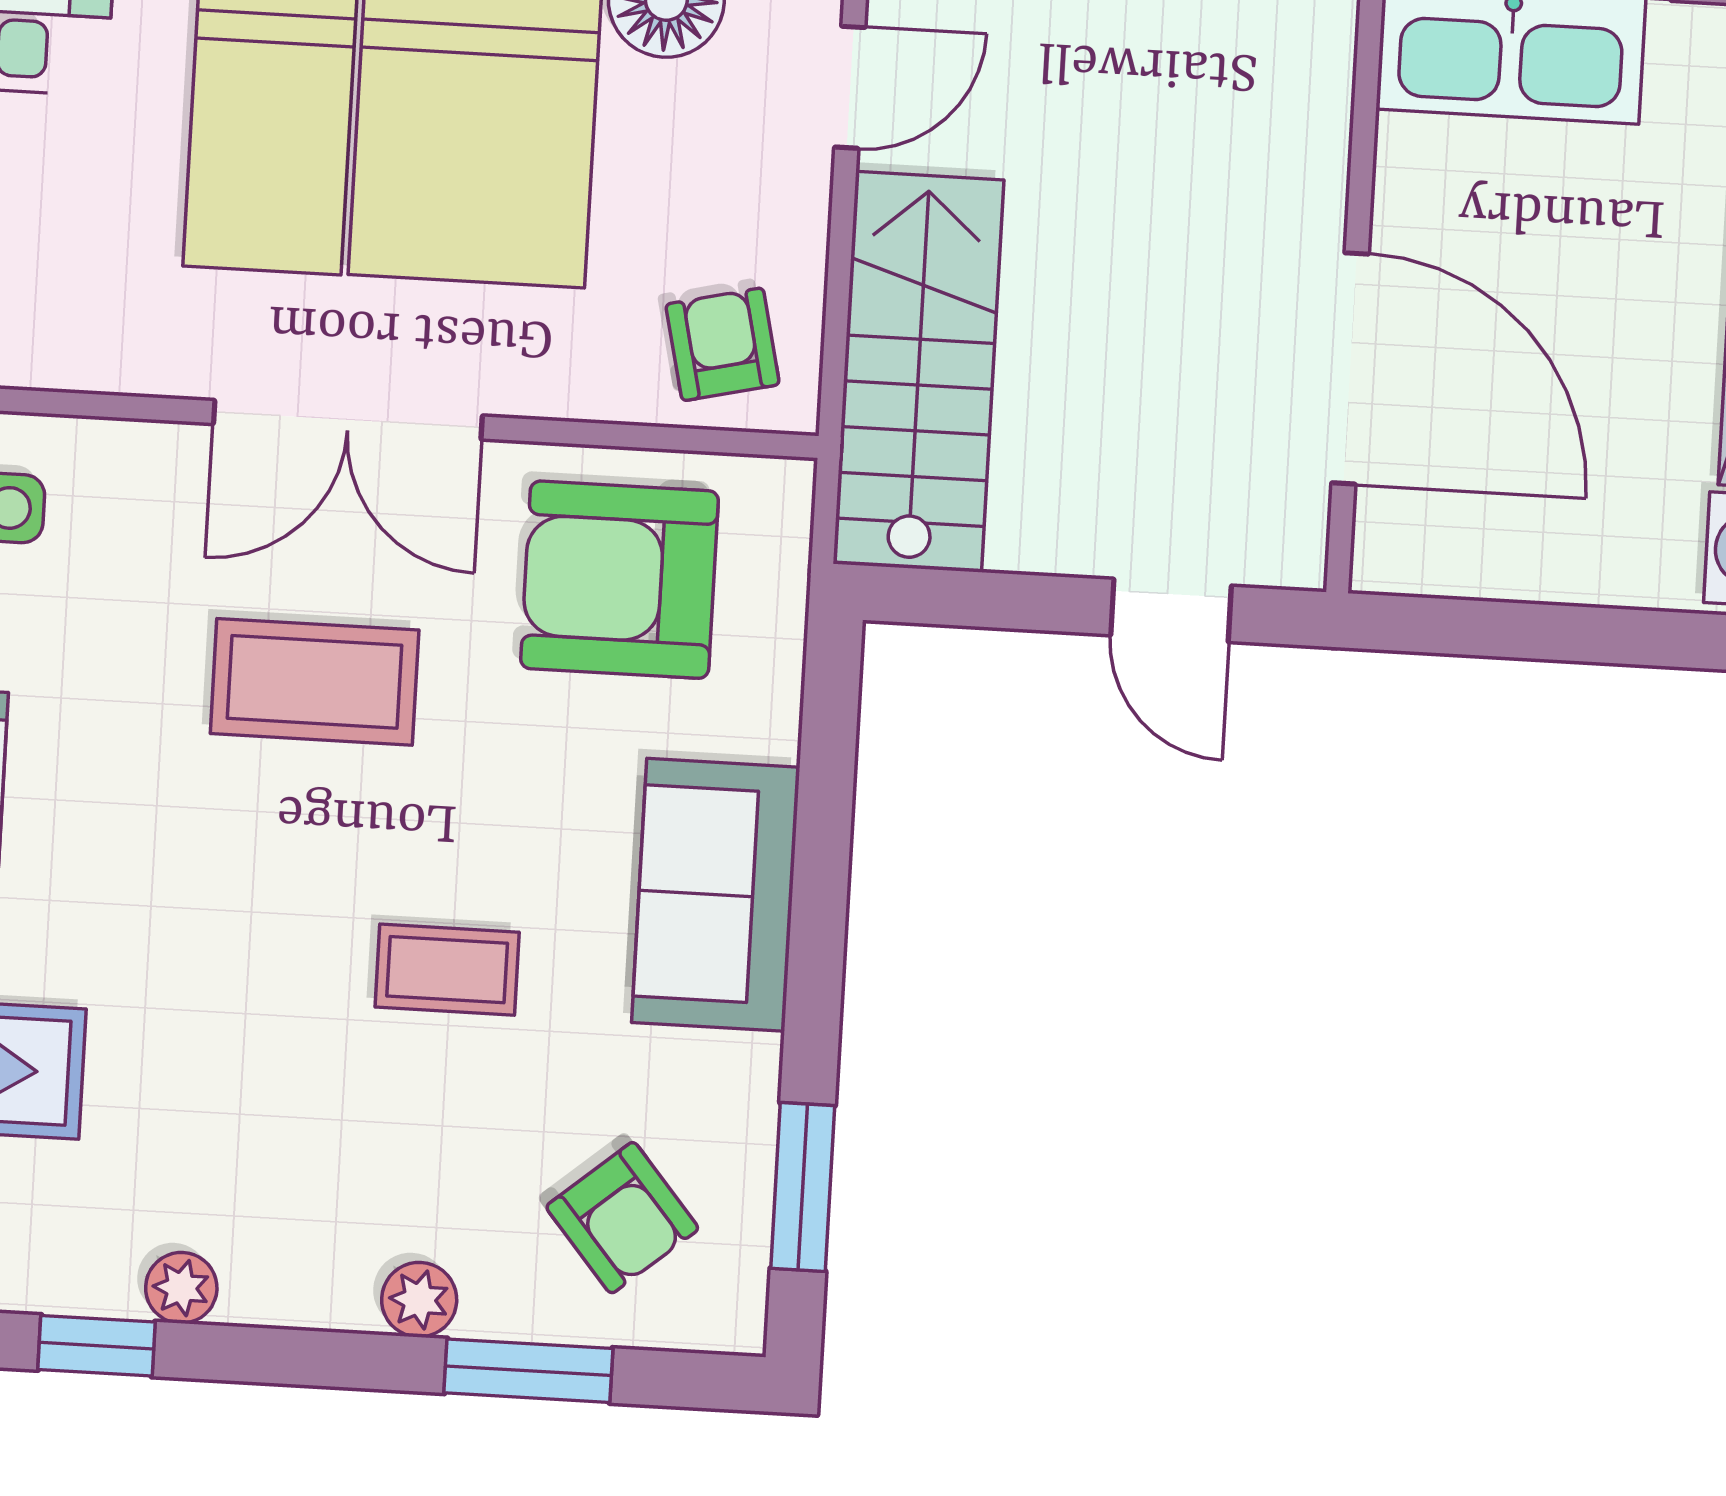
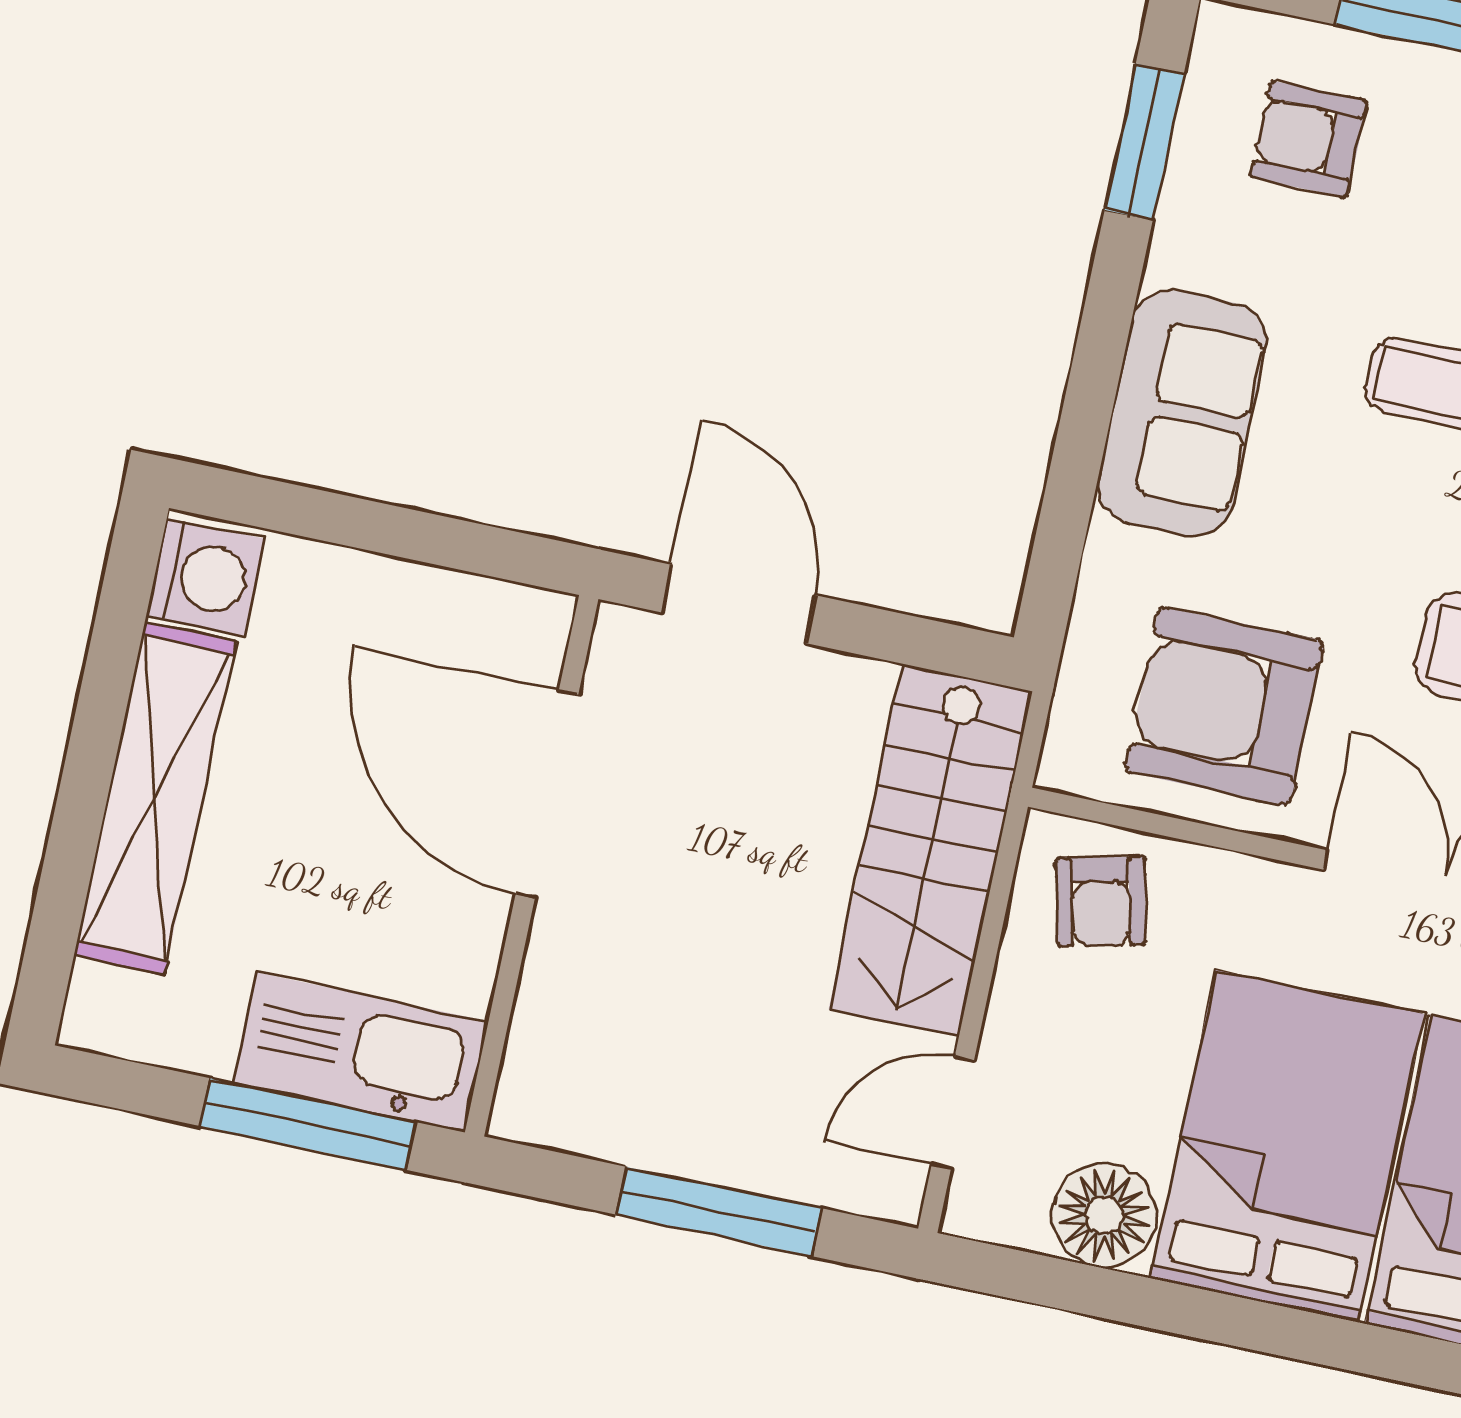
armchair: (620, 580) -> (1224, 706), turned 180
door: (1171, 610) -> (739, 604), width x1.38
armchair: (622, 1218) -> (1309, 139), turned -50

